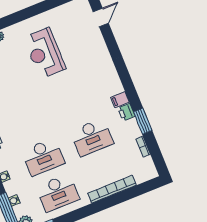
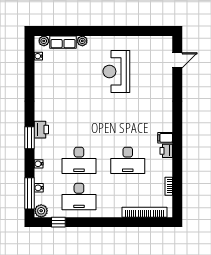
window: (143, 121) -> (177, 164), removed
bookcase: (112, 189) -> (145, 212), moved

